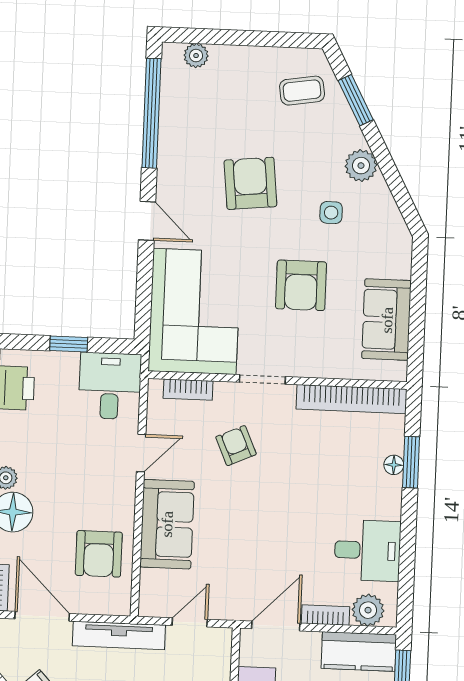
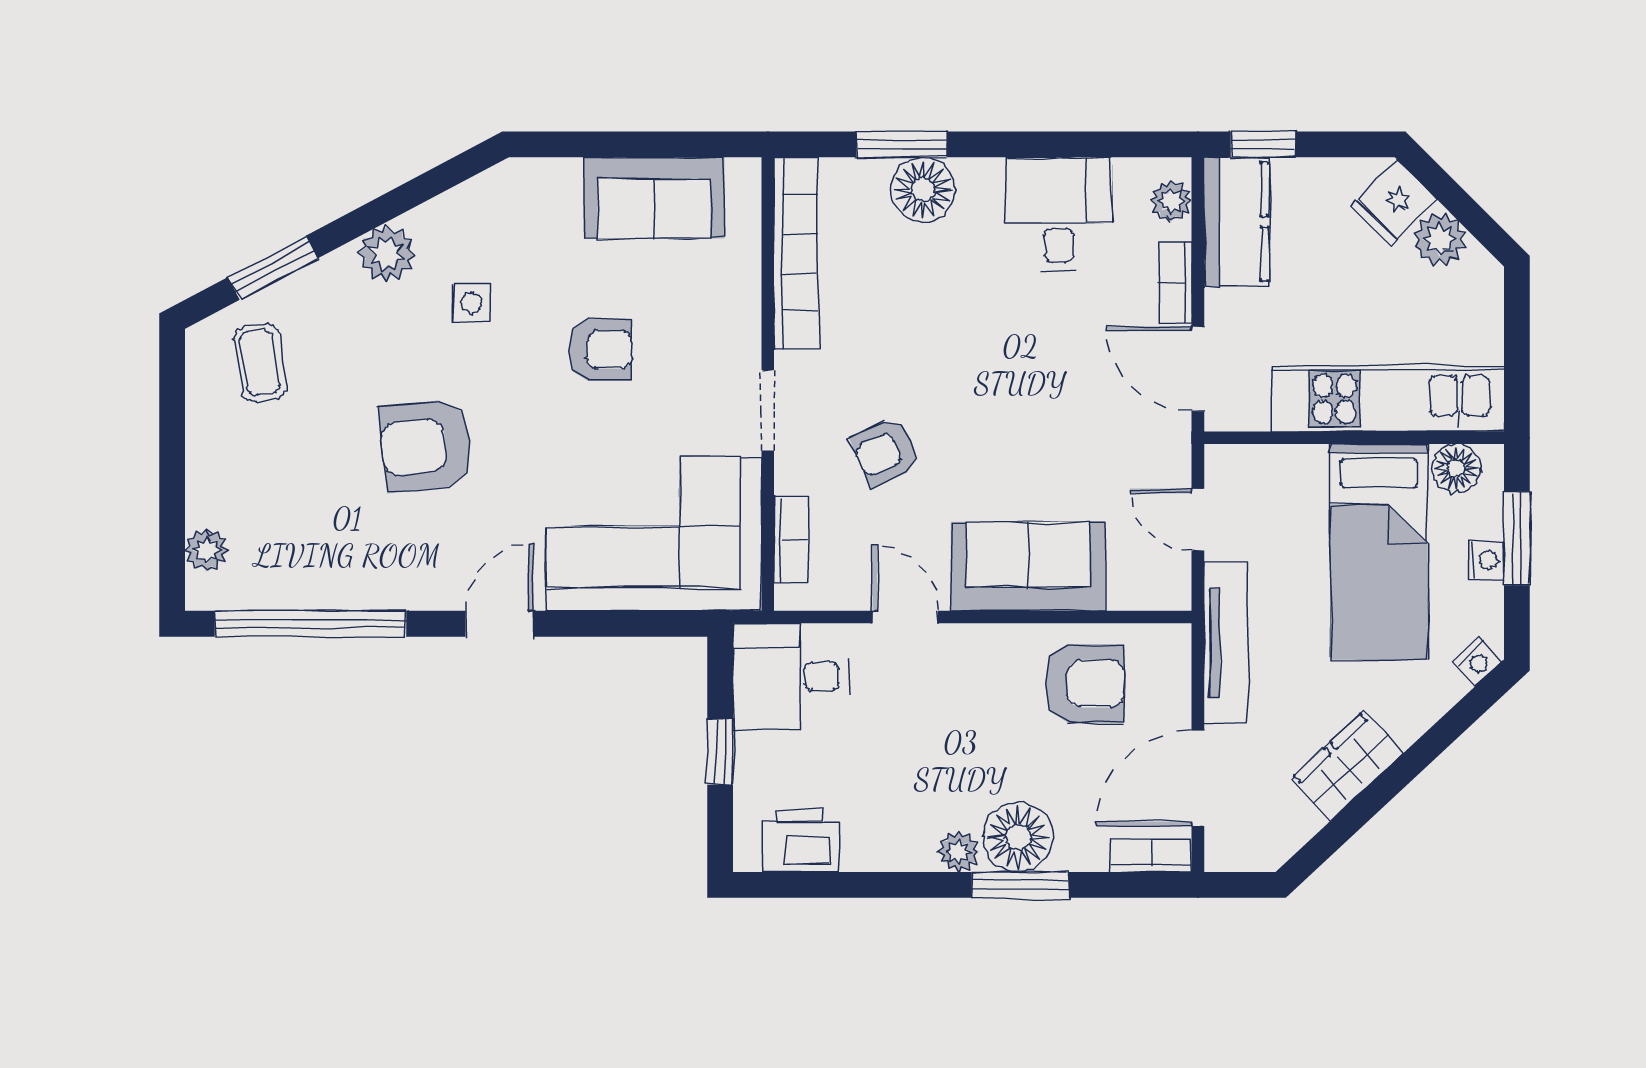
armchair: (301, 285) -> (601, 350), width x0.72, depth x0.72
floor lamp: (394, 465) -> (923, 190), width x1.89, depth x1.89
plant: (368, 610) -> (1171, 201), width x0.73, depth x0.73

